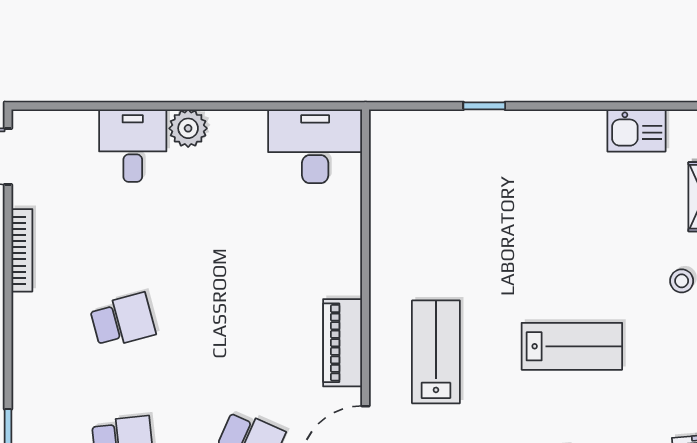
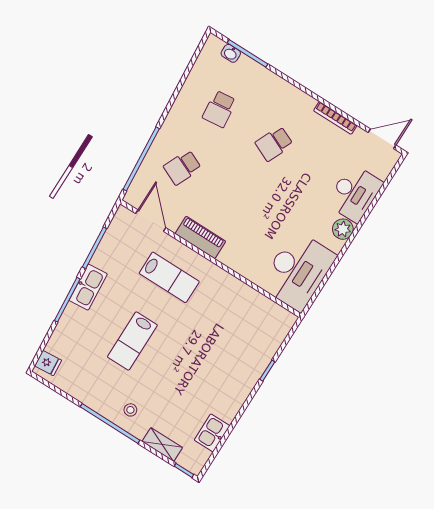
desk: (133, 146) -> (355, 193), width x1.37
desk: (315, 146) -> (298, 271), width x1.36, depth x1.30
school desk: (123, 320) -> (274, 144), turned 39

